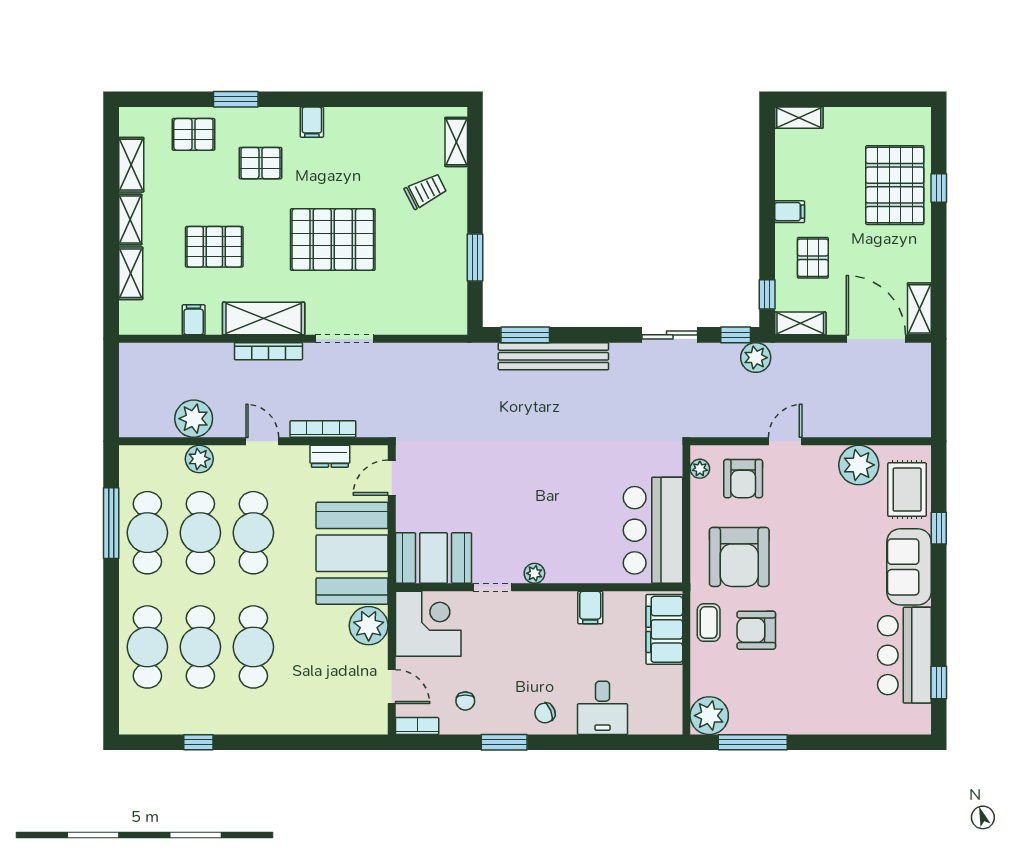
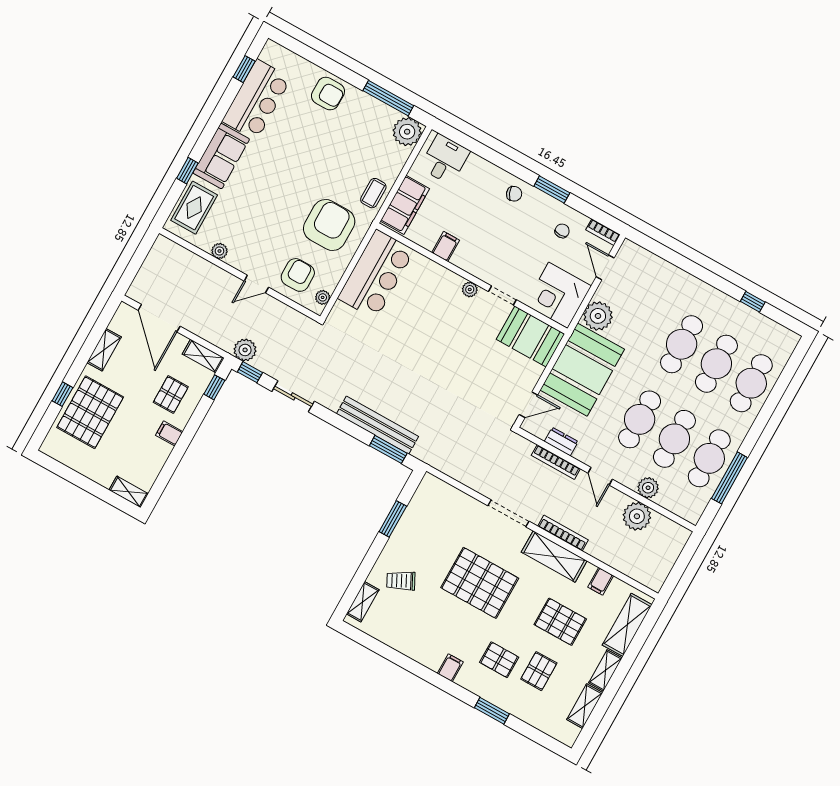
pallet: (193, 134) -> (539, 671), moved, turned 90
shelving: (131, 273) -> (627, 625), width x1.50, depth x1.33
shelving: (919, 309) -> (104, 350), moved
plant: (859, 465) -> (219, 251), width x0.53, depth x0.53
armchair: (756, 630) -> (328, 94), moved
desk: (603, 708) -> (445, 159), moved

